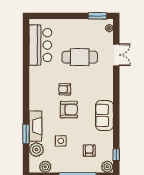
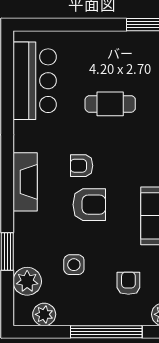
cafe table: (80, 57) -> (110, 104), width x0.73, depth x0.74
fireplace: (35, 126) -> (25, 182), moved

